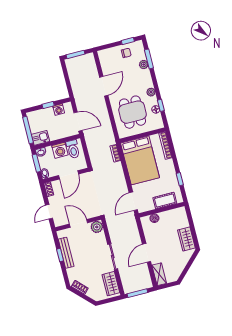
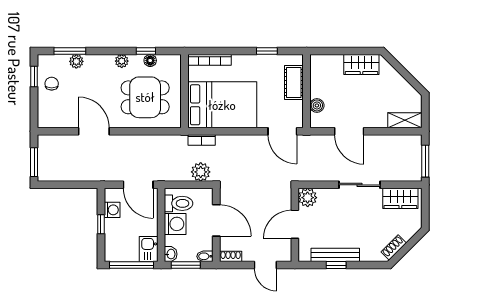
door: (78, 122) -> (138, 185), swing flipped
plant: (96, 158) -> (201, 172), added
door: (147, 253) -> (349, 131), moved

